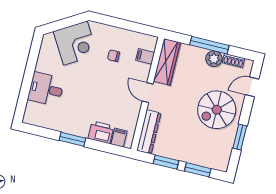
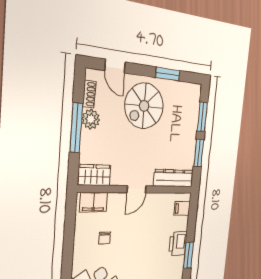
filing cabinet: (145, 56) -> (93, 202), width x2.00
wardrobe: (167, 62) -> (94, 175), width x0.67
spiral stairs: (217, 110) -> (144, 106), turned 90
printer: (101, 132) -> (178, 244), moved

